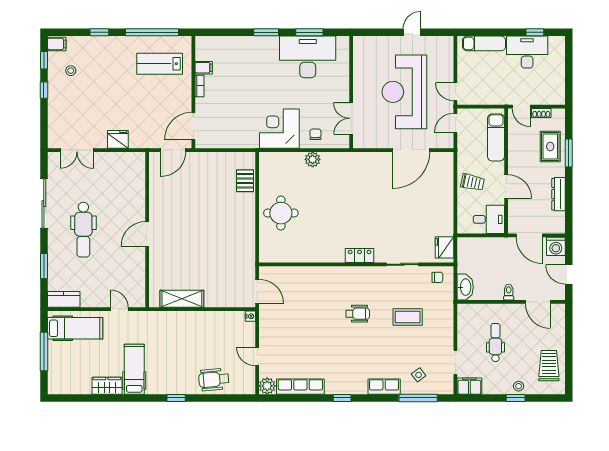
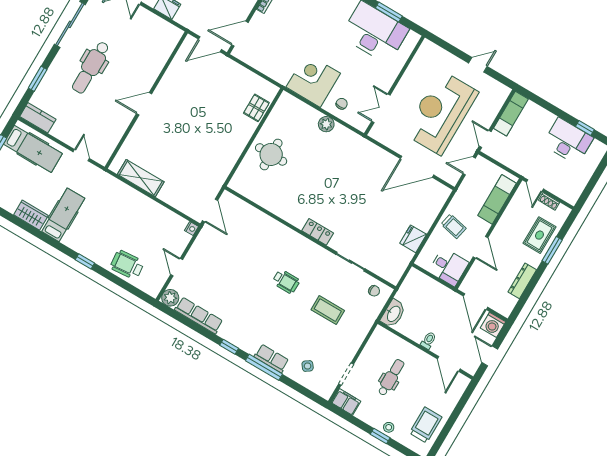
exam couch: (484, 43) -> (511, 114), moved, turned -90
fridge: (444, 247) -> (413, 239), moved
window: (418, 398) -> (264, 367), moved

